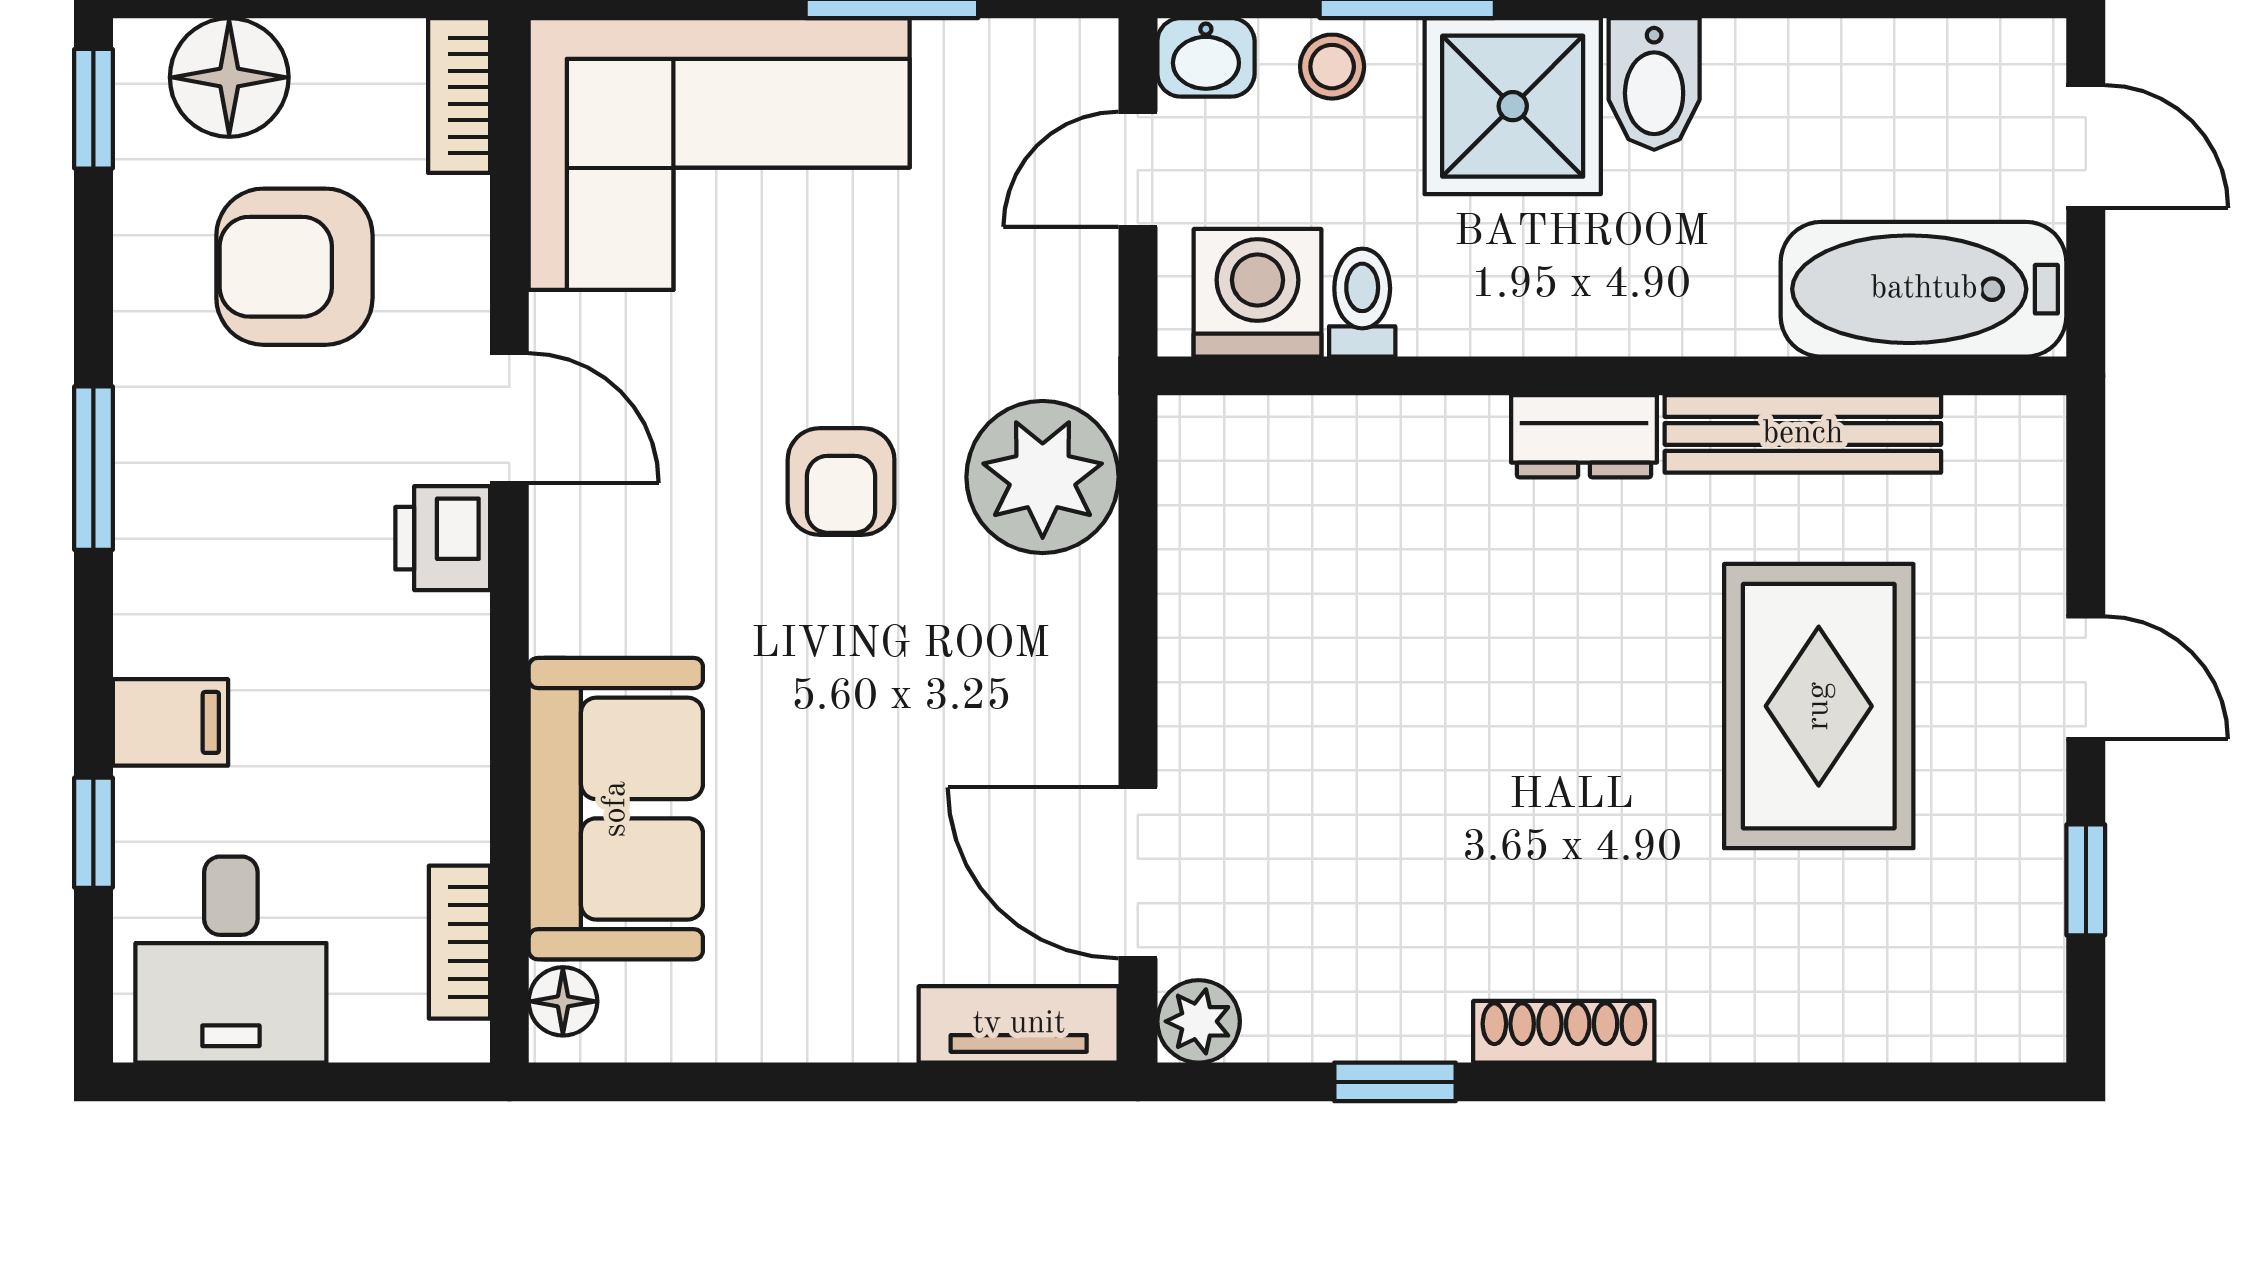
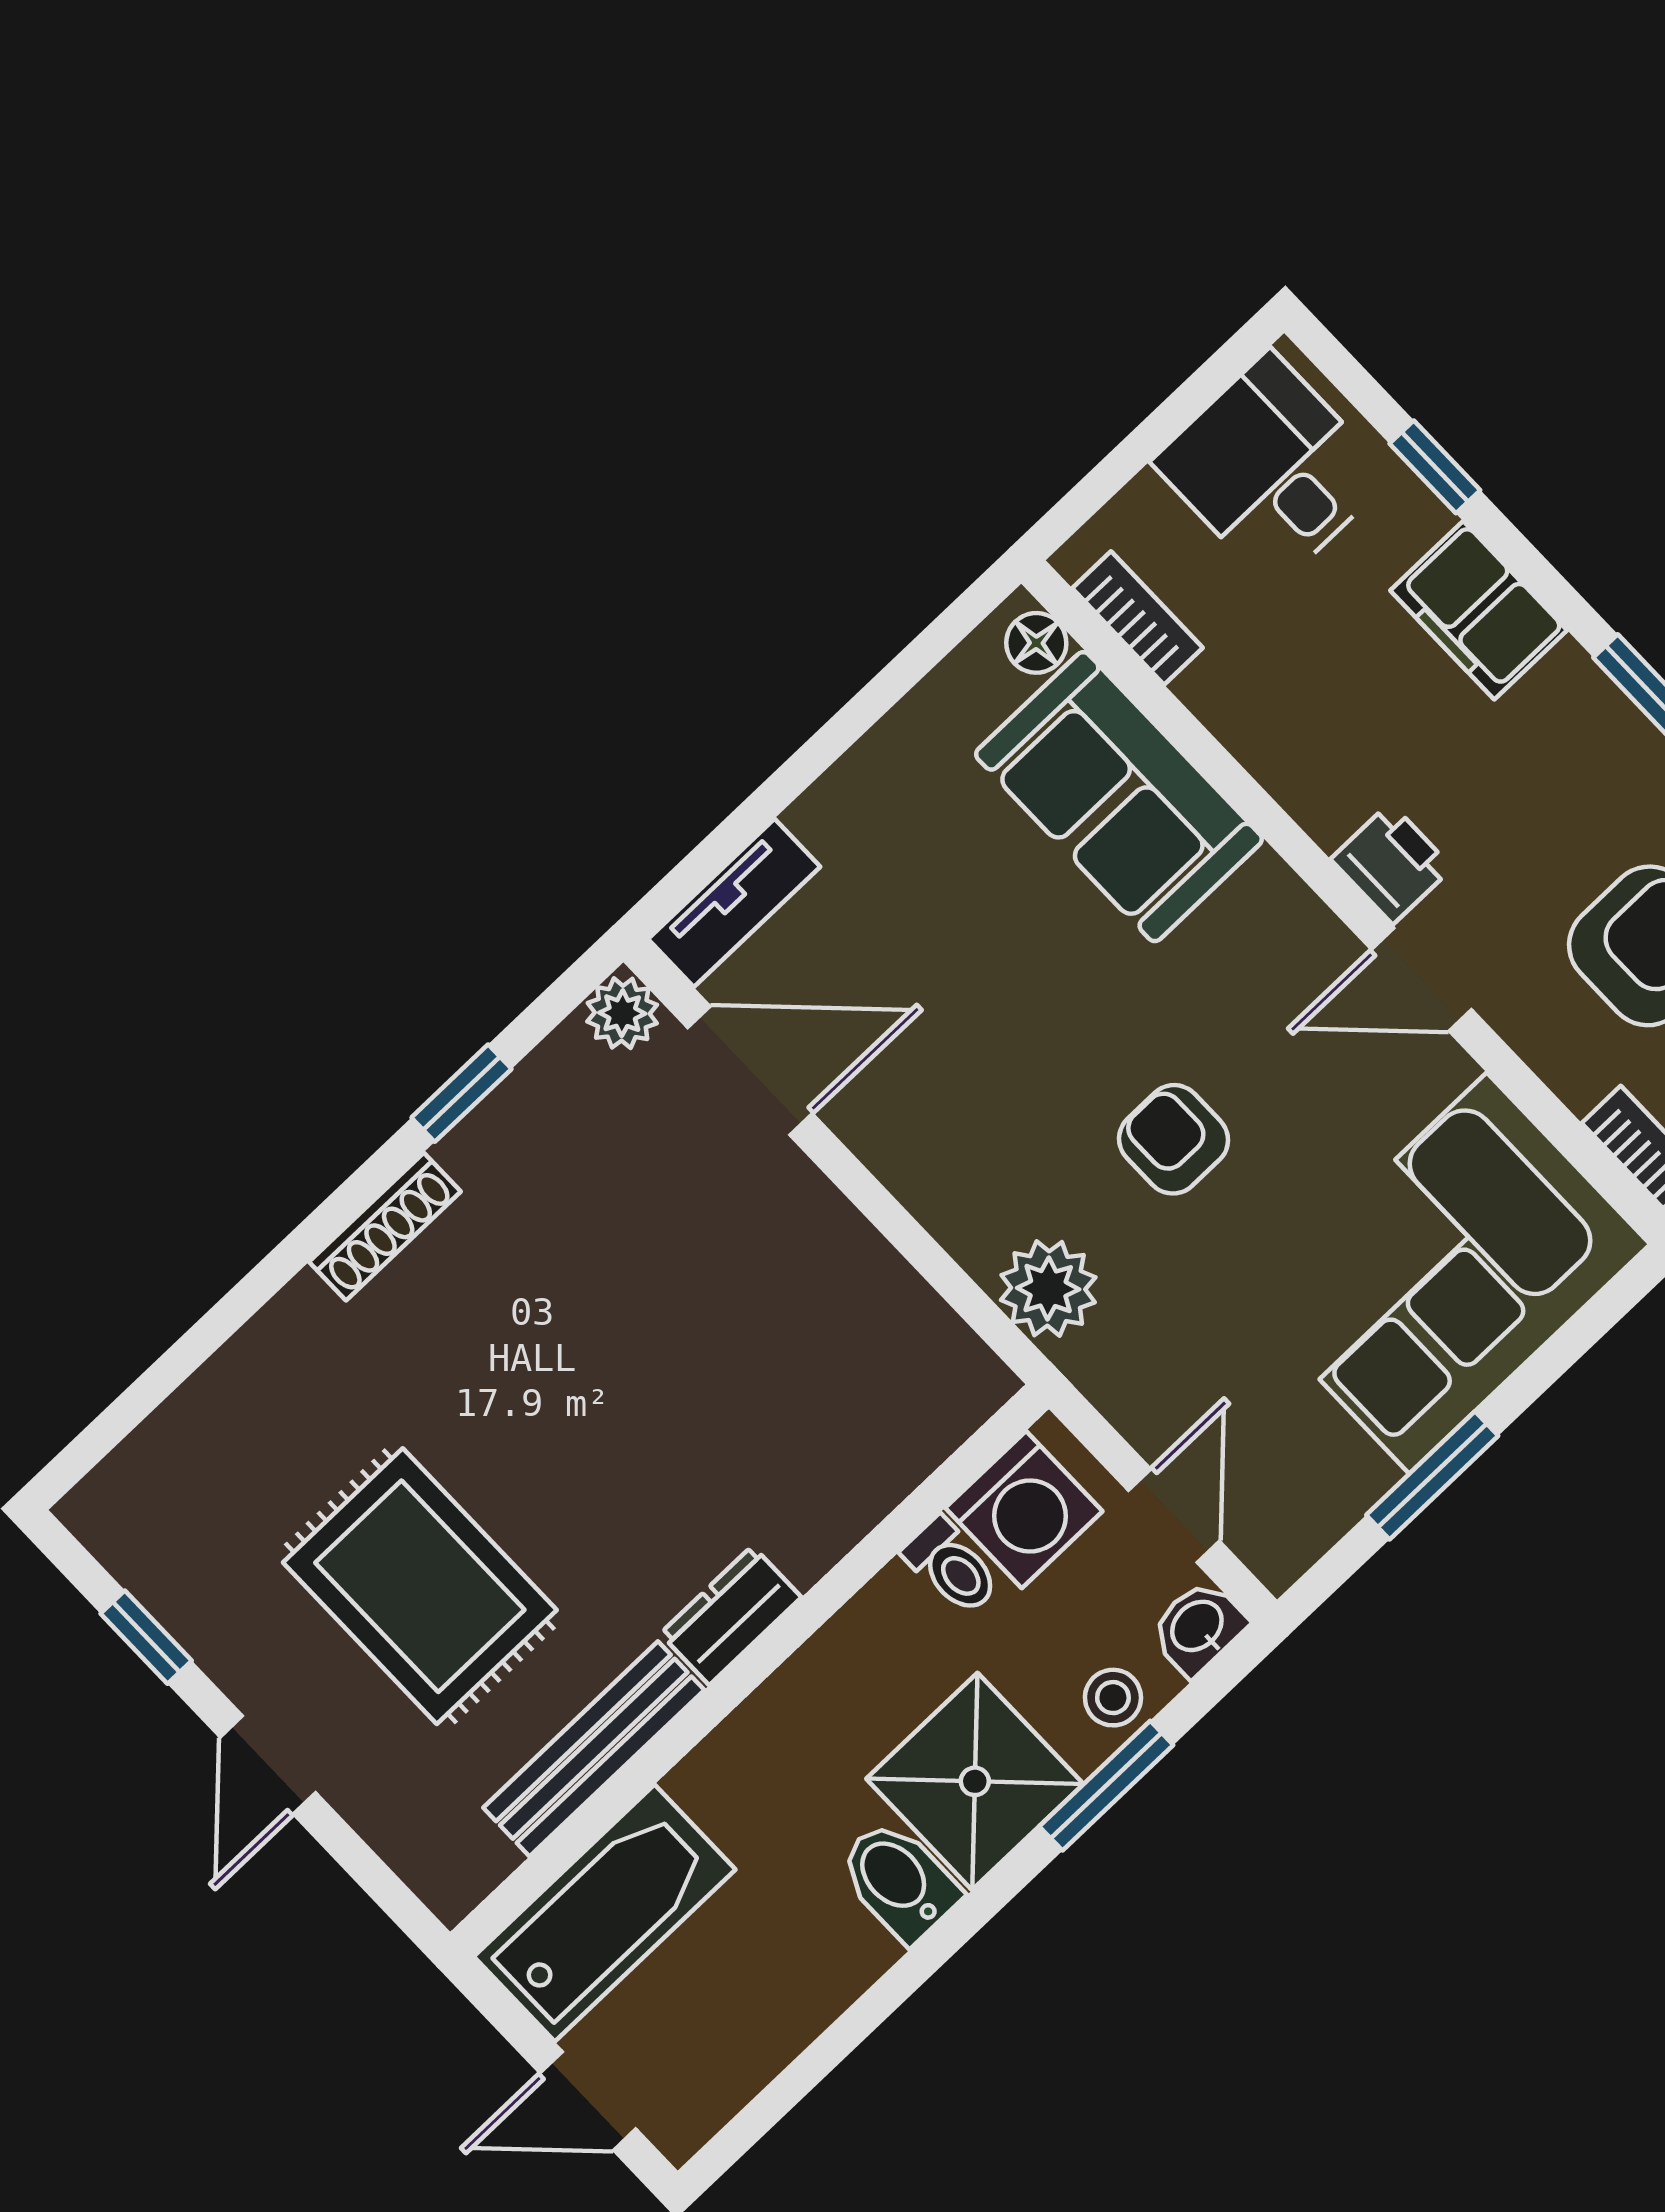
plant: (1043, 477) -> (1048, 1289), width x0.73, depth x0.73
door: (2086, 678) -> (268, 1765), hinge flipped
filing cabinet: (170, 722) -> (1479, 610), width x2.00

